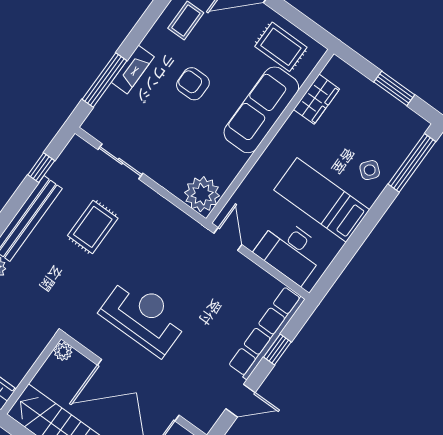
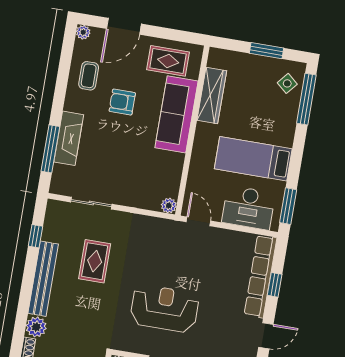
fireplace: (133, 70) -> (69, 138), width x1.37, depth x1.32
armchair: (193, 84) -> (122, 102), moved
wardrobe: (317, 99) -> (212, 95), width x1.50
side table: (370, 170) -> (287, 83), moved
plant: (202, 194) -> (169, 206), width x0.53, depth x0.53
window: (334, 270) -> (288, 206), added

